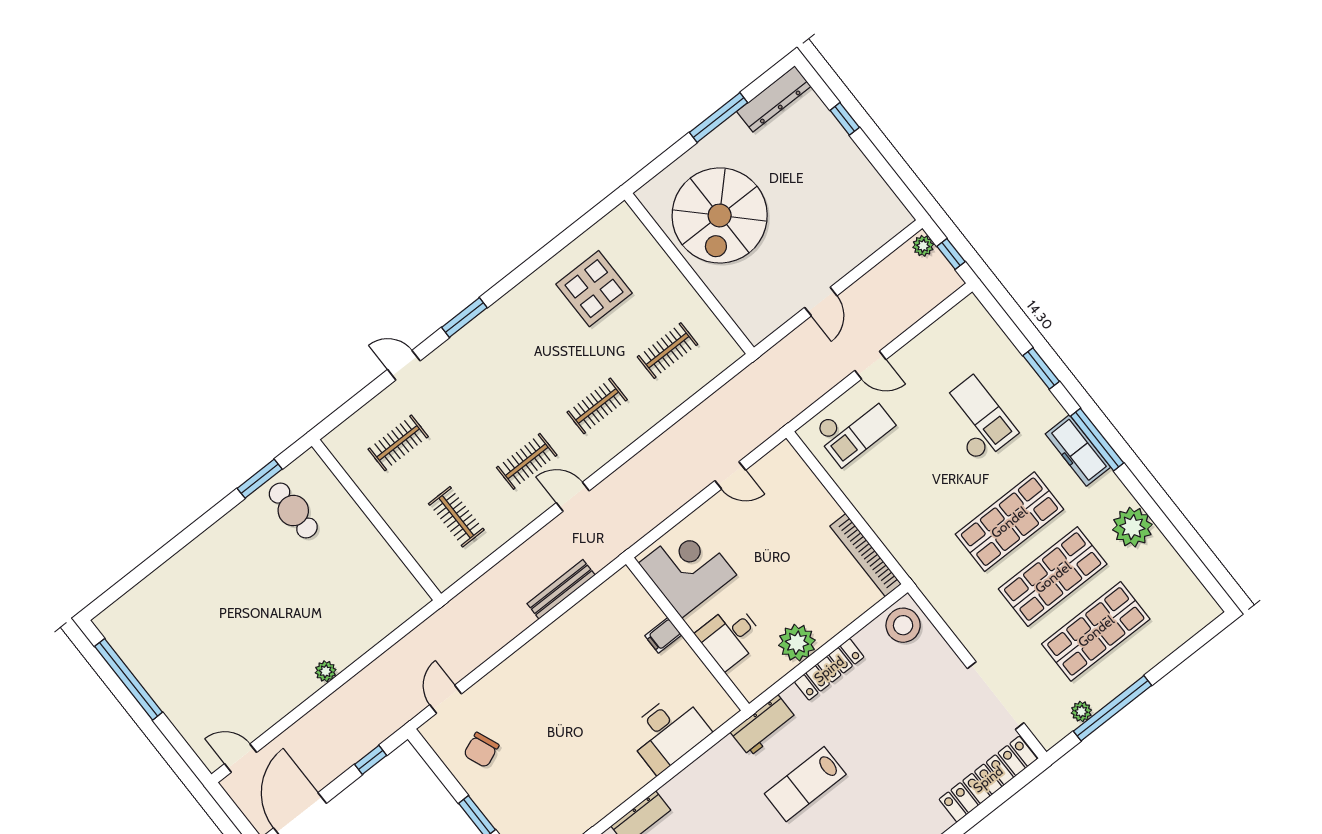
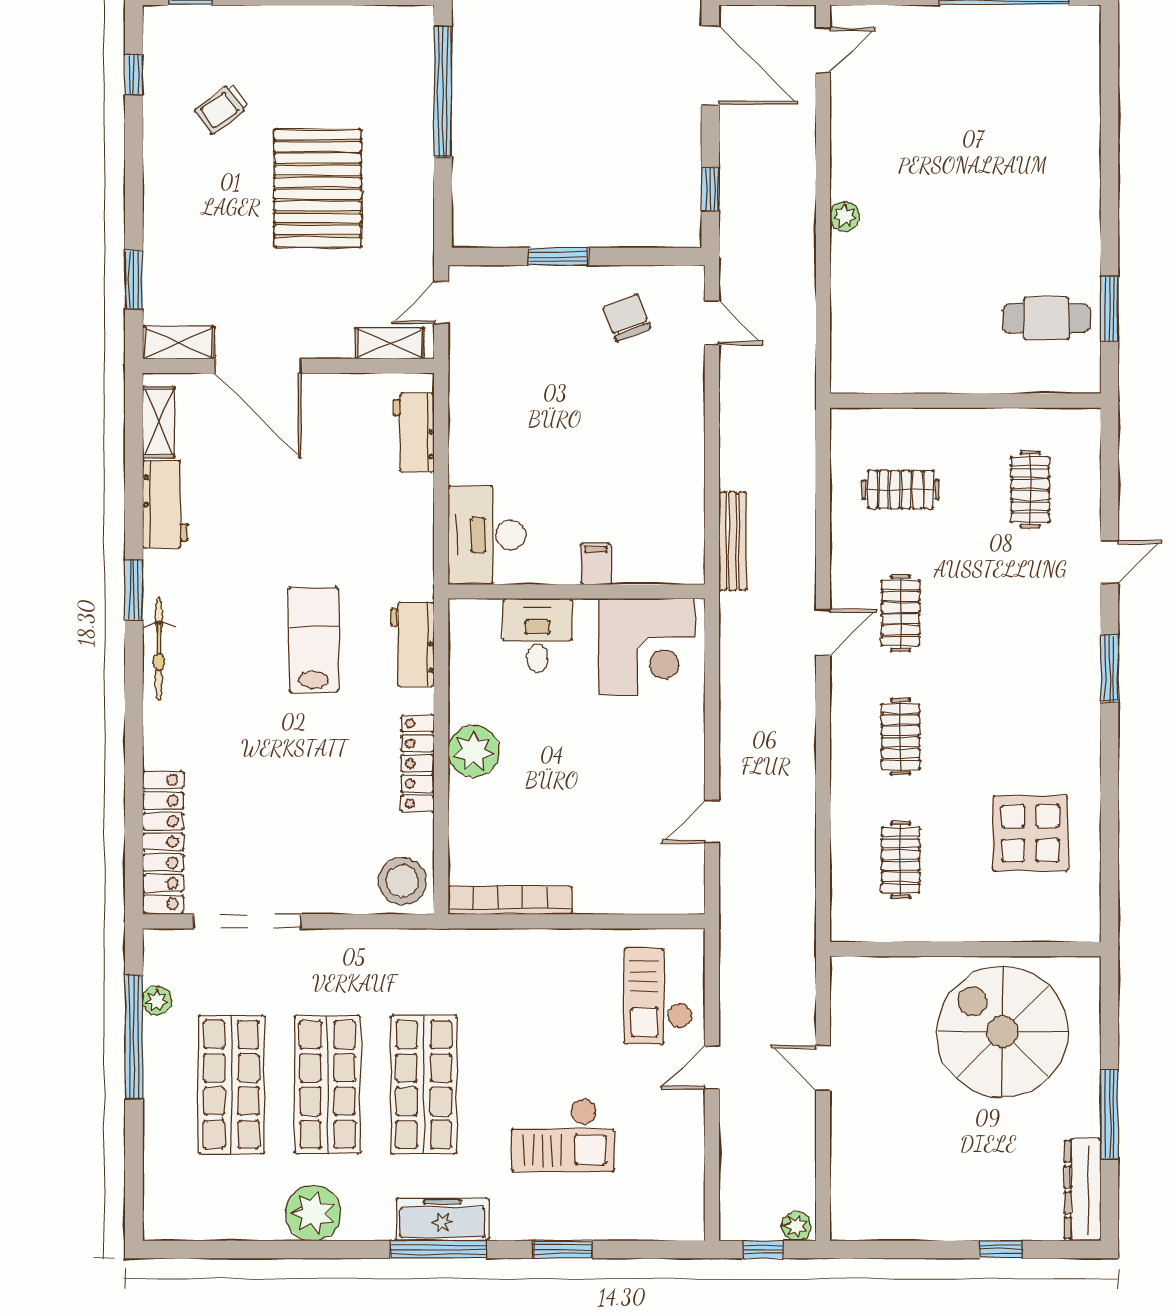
corner desk: (688, 569) -> (647, 647), moved
wall: (688, 634) -> (577, 592), moved
filing cabinet: (663, 635) -> (596, 564), moved
desk: (730, 637) -> (537, 635), moved

